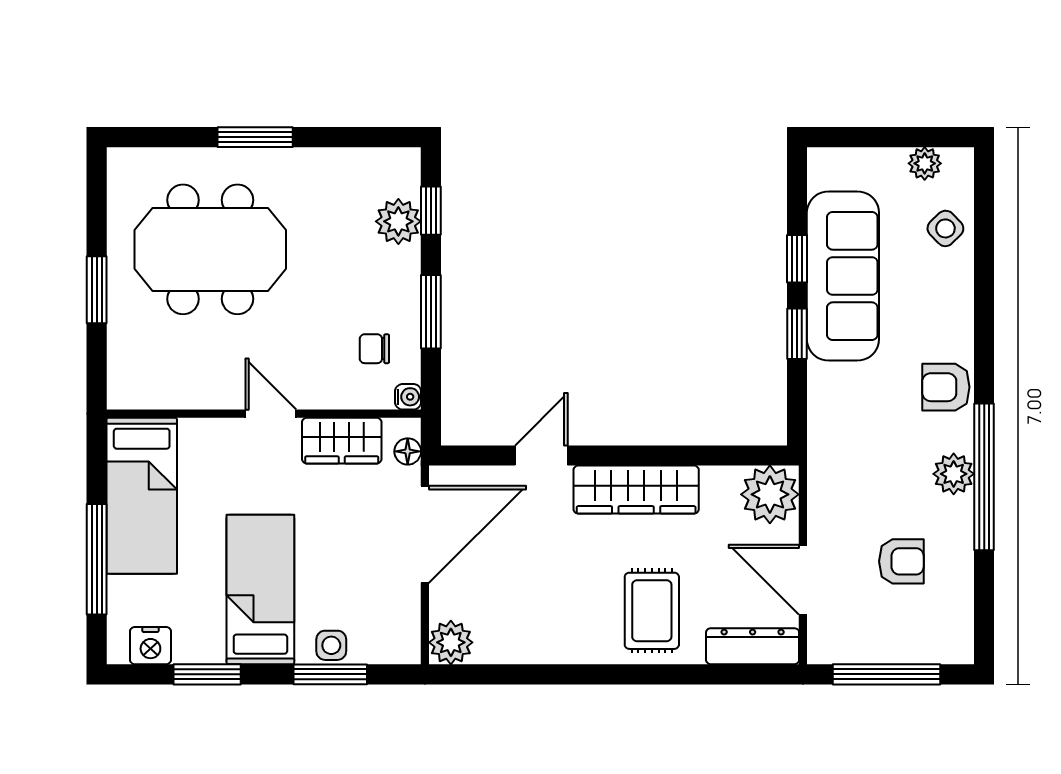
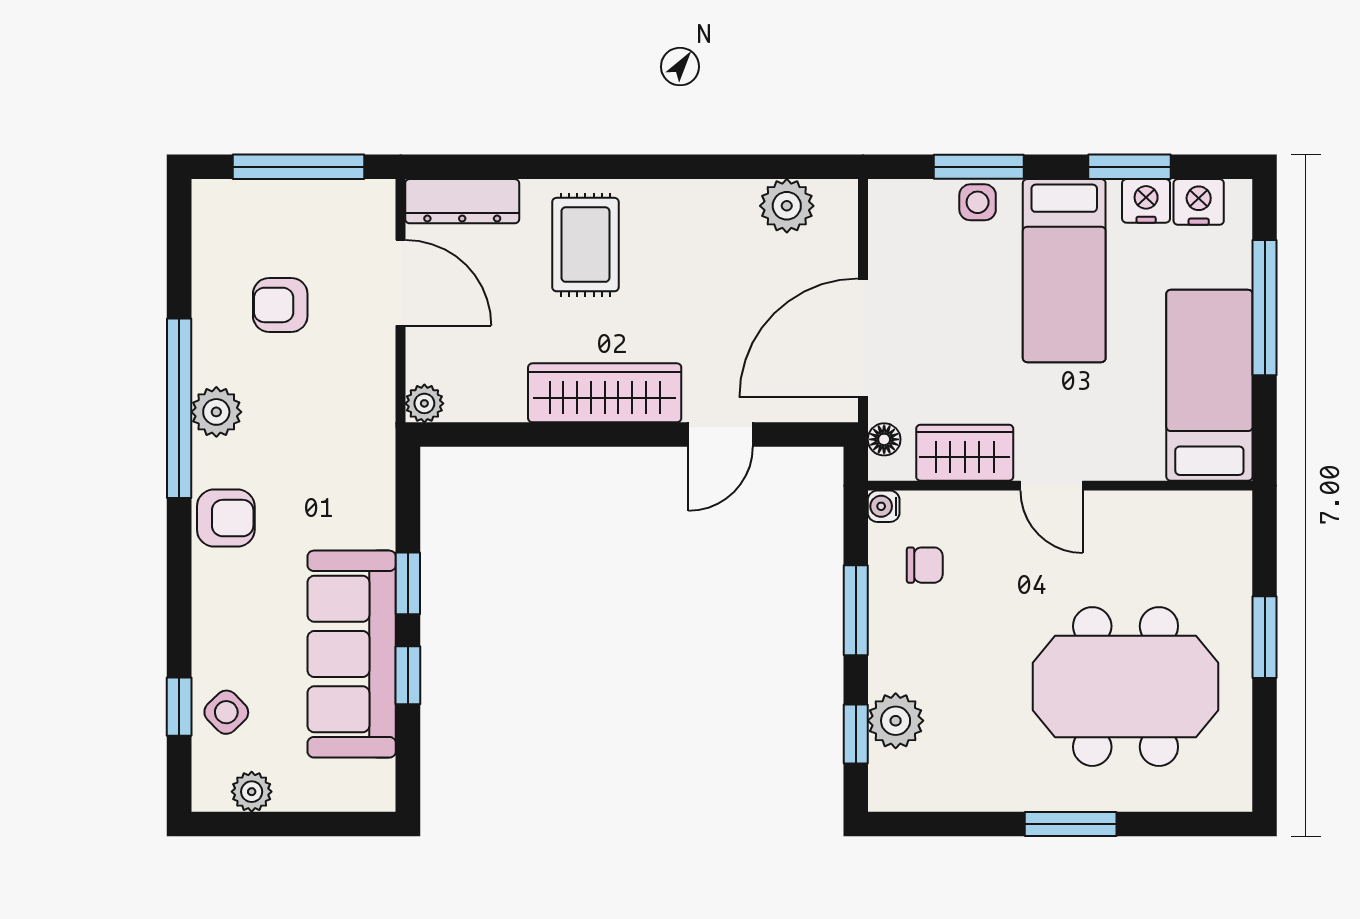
window: (984, 233) -> (179, 707), added
plant: (770, 494) -> (424, 403), width x0.53, depth x0.53
plant: (451, 642) -> (787, 206), moved
nightstand: (194, 646) -> (1146, 201), added

